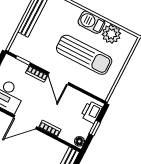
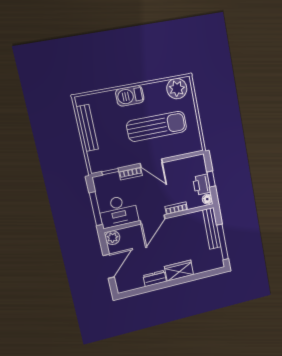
barbecue: (91, 22) -> (130, 96), moved
plant: (111, 34) -> (177, 89), moved
printer: (91, 112) -> (202, 185), moved

